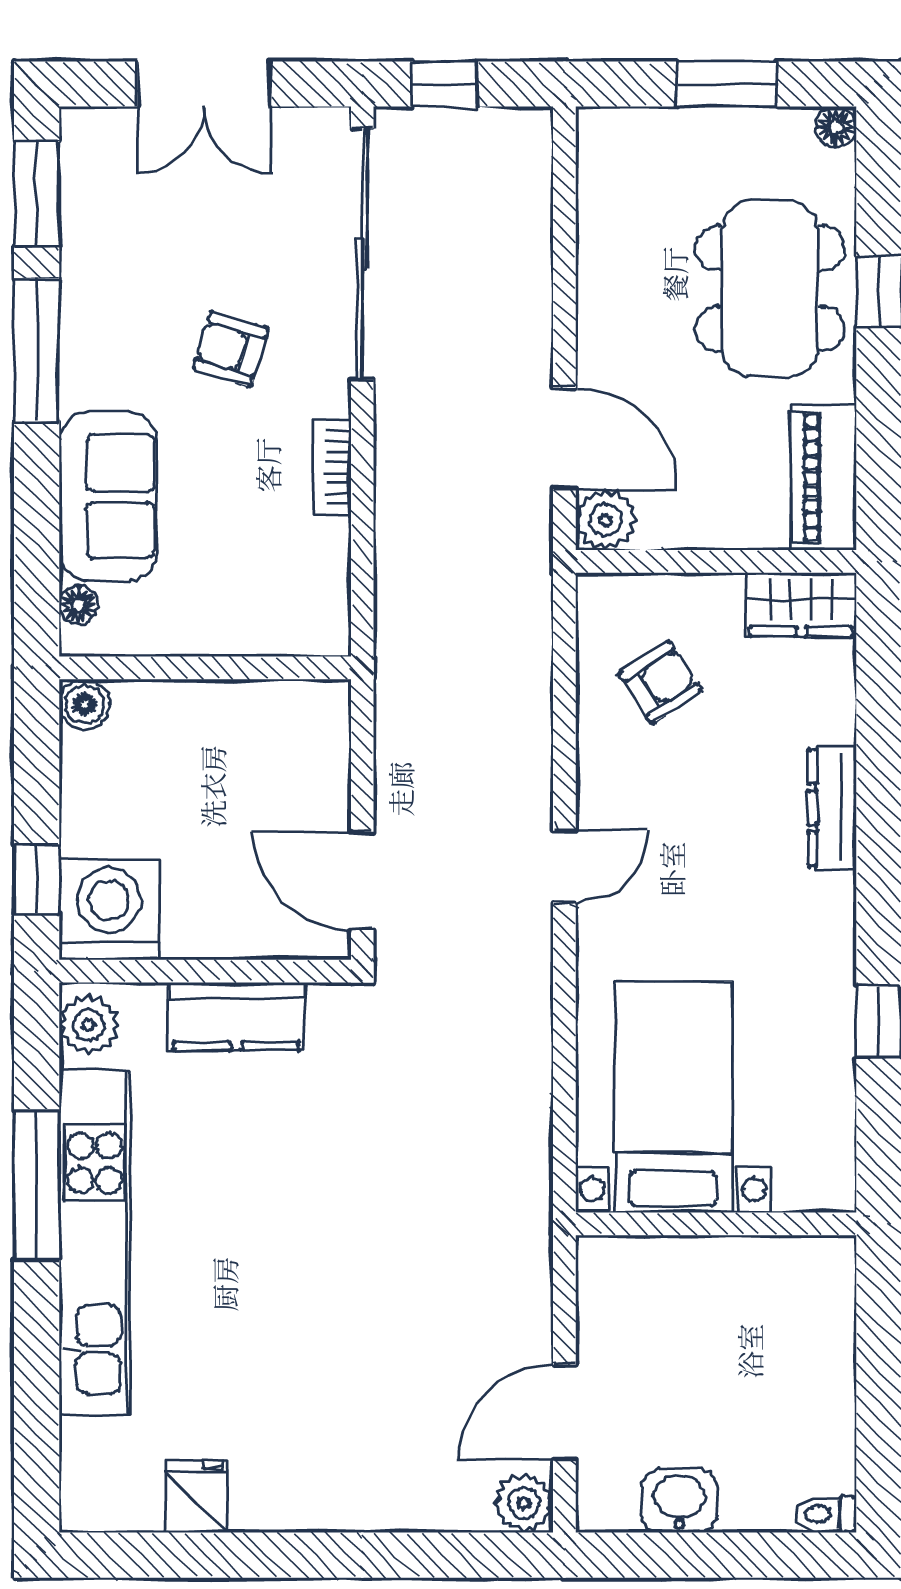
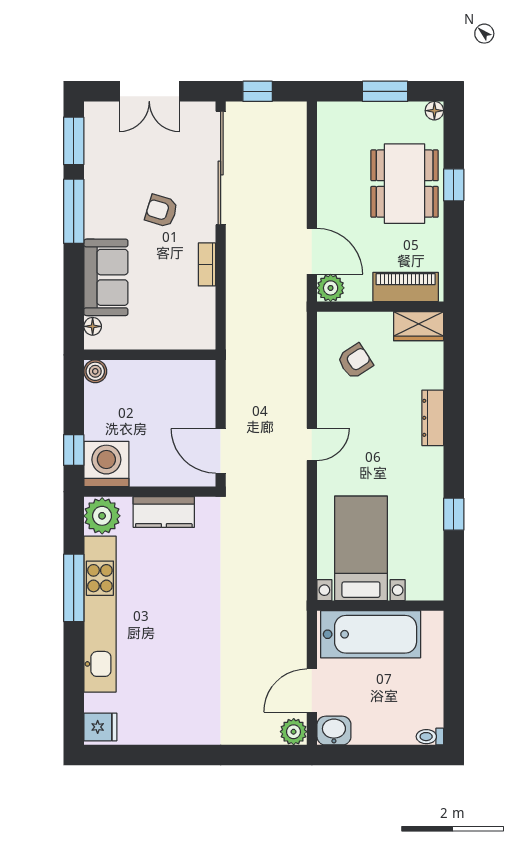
piano: (824, 478) -> (406, 287), moved, turned 90
plant: (89, 1025) -> (102, 516), width x1.36, depth x1.36
bathtub: (694, 1287) -> (371, 634), added
fridge: (197, 1496) -> (100, 727), moved, turned 90
washbasin: (679, 1501) -> (334, 731), moved

